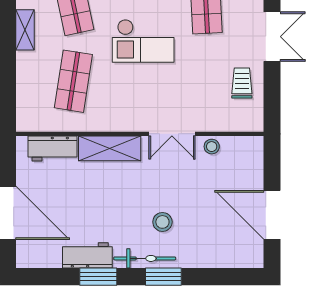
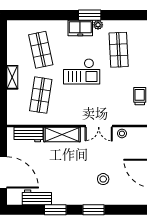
shelving: (25, 30) -> (12, 77), moved
stool: (162, 222) -> (103, 179), moved
workbench: (87, 255) -> (37, 197), moved
bicycle: (145, 258) -> (83, 199), removed

